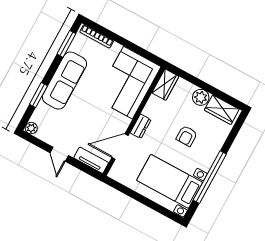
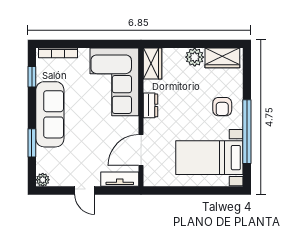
window: (66, 44) -> (32, 77), width x0.67
dresser: (141, 126) -> (150, 105), moved
armchair: (187, 136) -> (222, 107), moved

